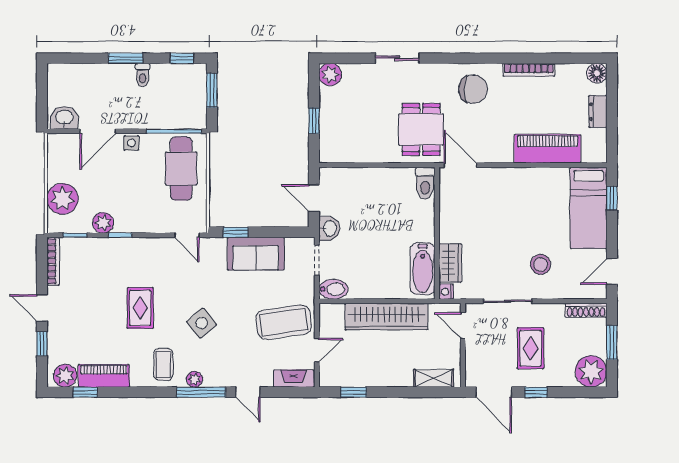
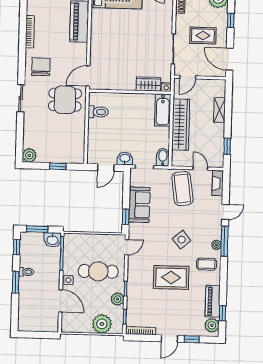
sliding door: (397, 58) -> (21, 98), moved
washbasin: (64, 118) -> (53, 240), moved, turned -90
cafe table: (181, 169) -> (98, 271), moved
toilet: (425, 183) -> (98, 112), moved
stool: (541, 264) -> (151, 28), removed
bathtub: (423, 269) -> (163, 110), moved, turned 90
rug: (140, 308) -> (171, 277), width x1.36, depth x1.43
shelving: (434, 378) -> (220, 110), moved
door: (494, 392) -> (230, 59), swing flipped
window: (536, 392) -> (231, 20), moved

